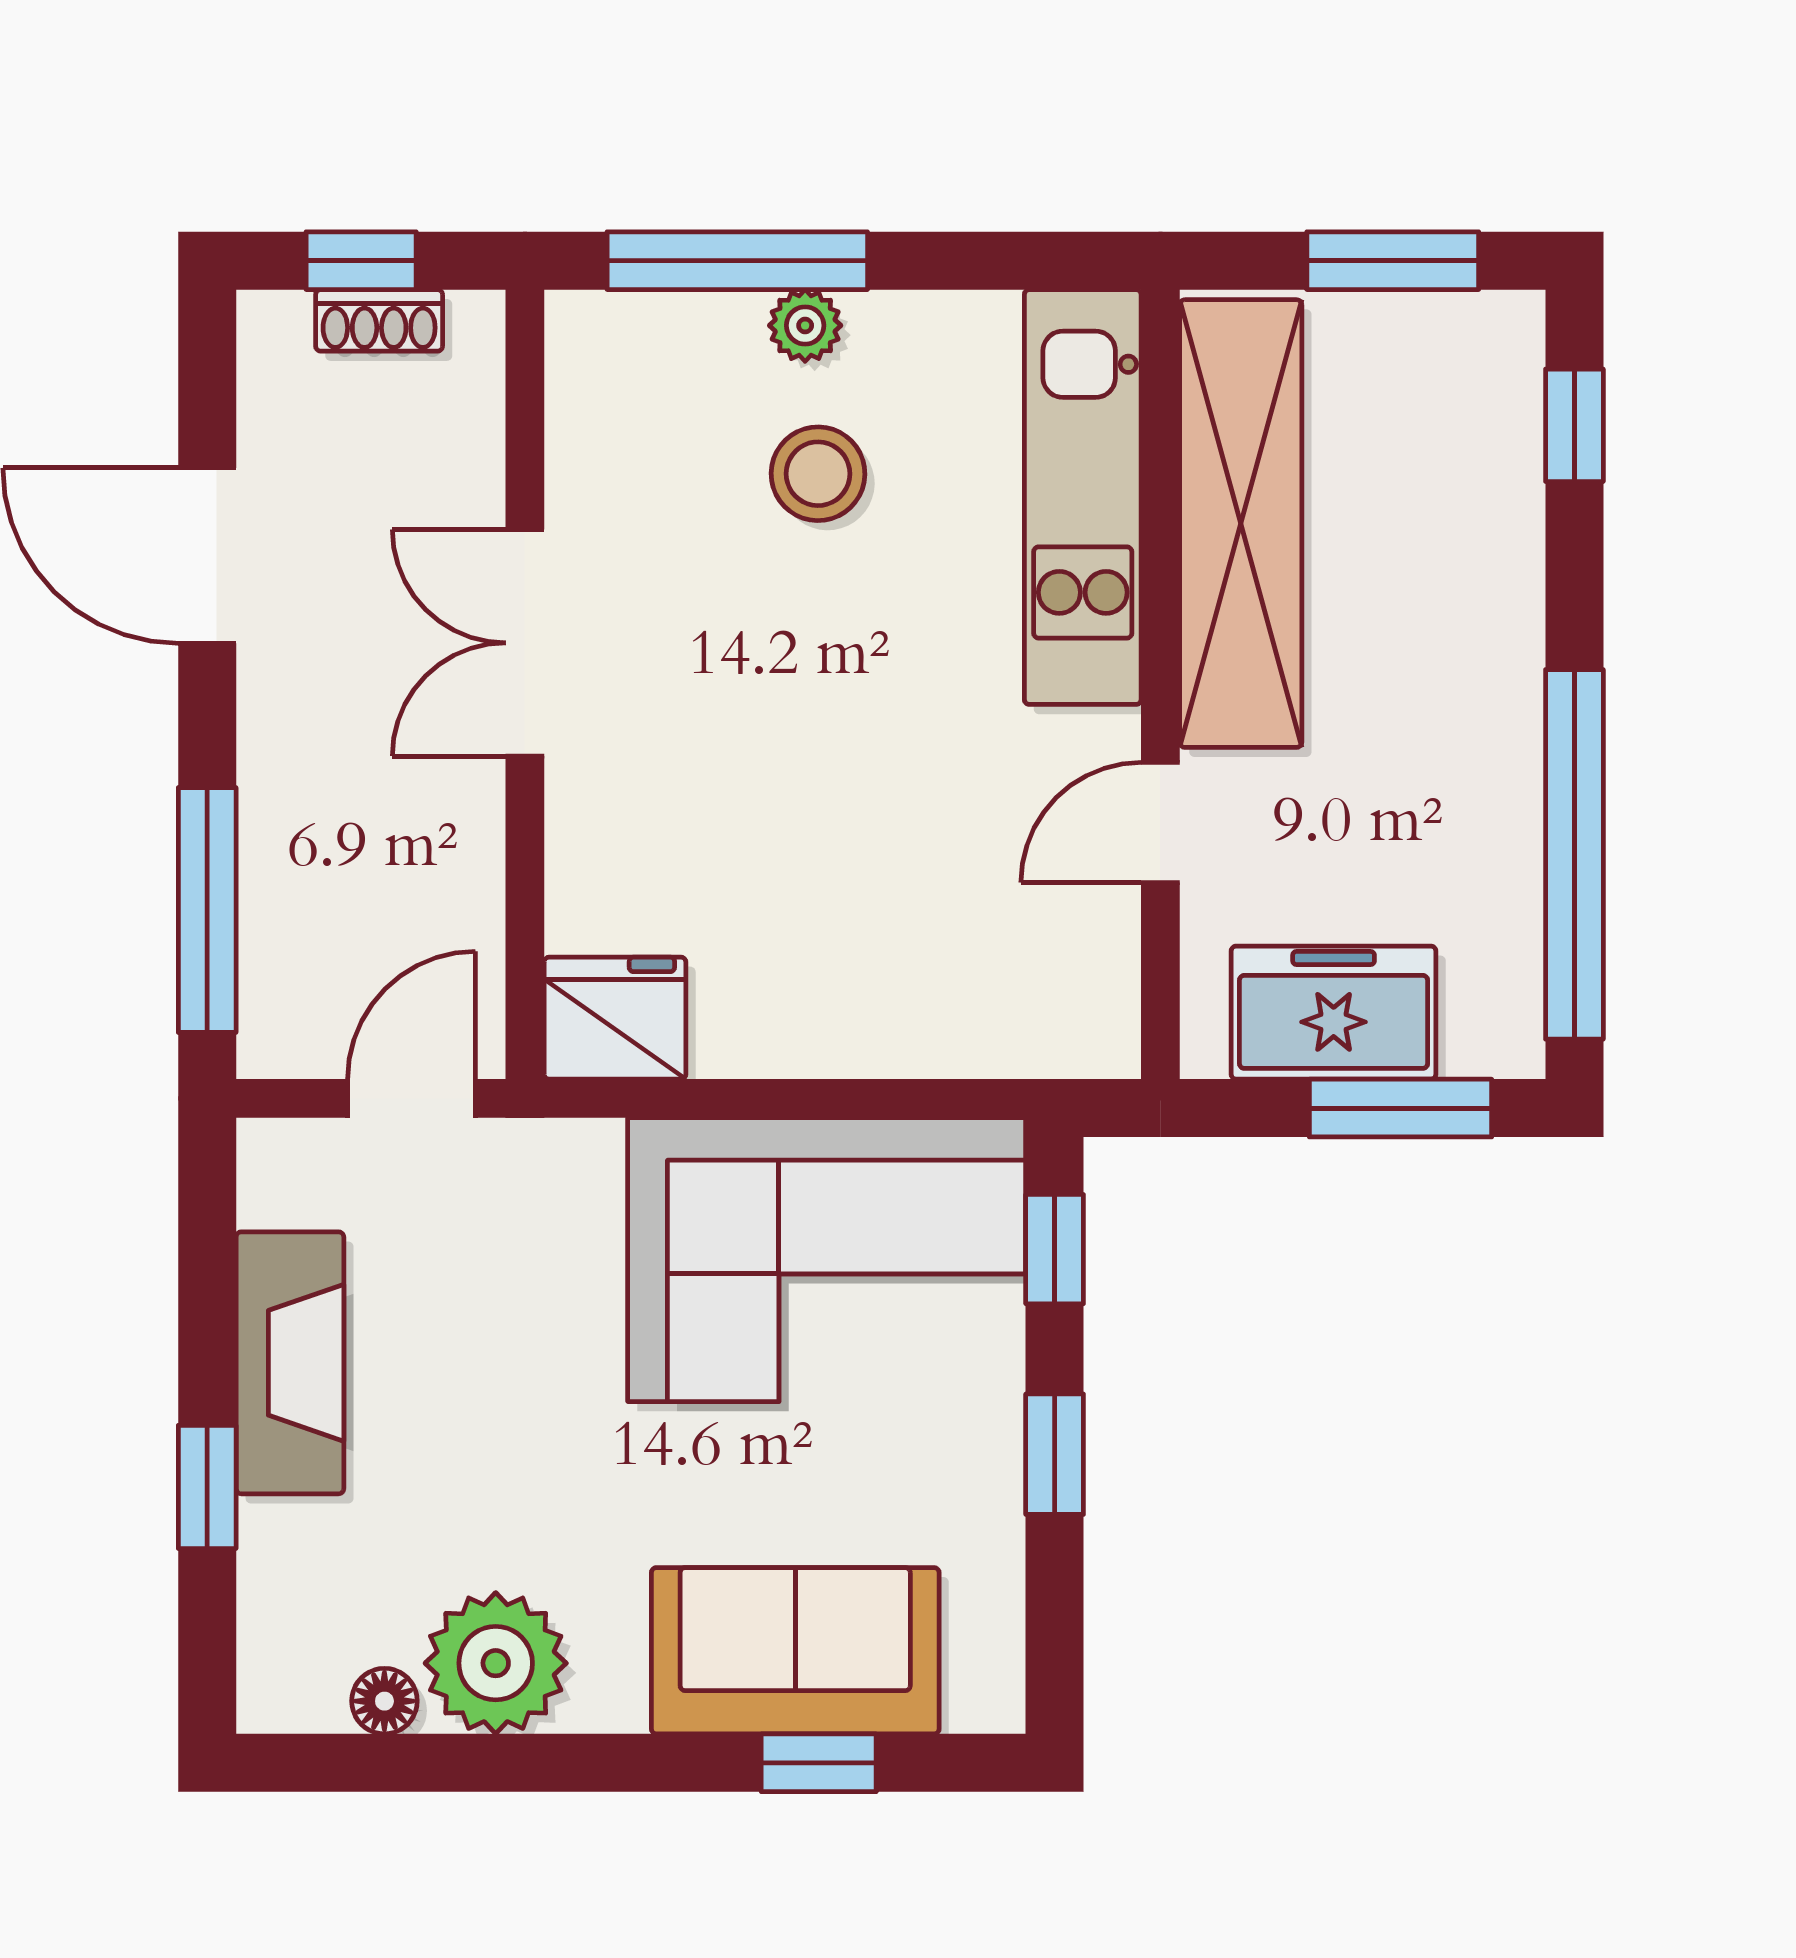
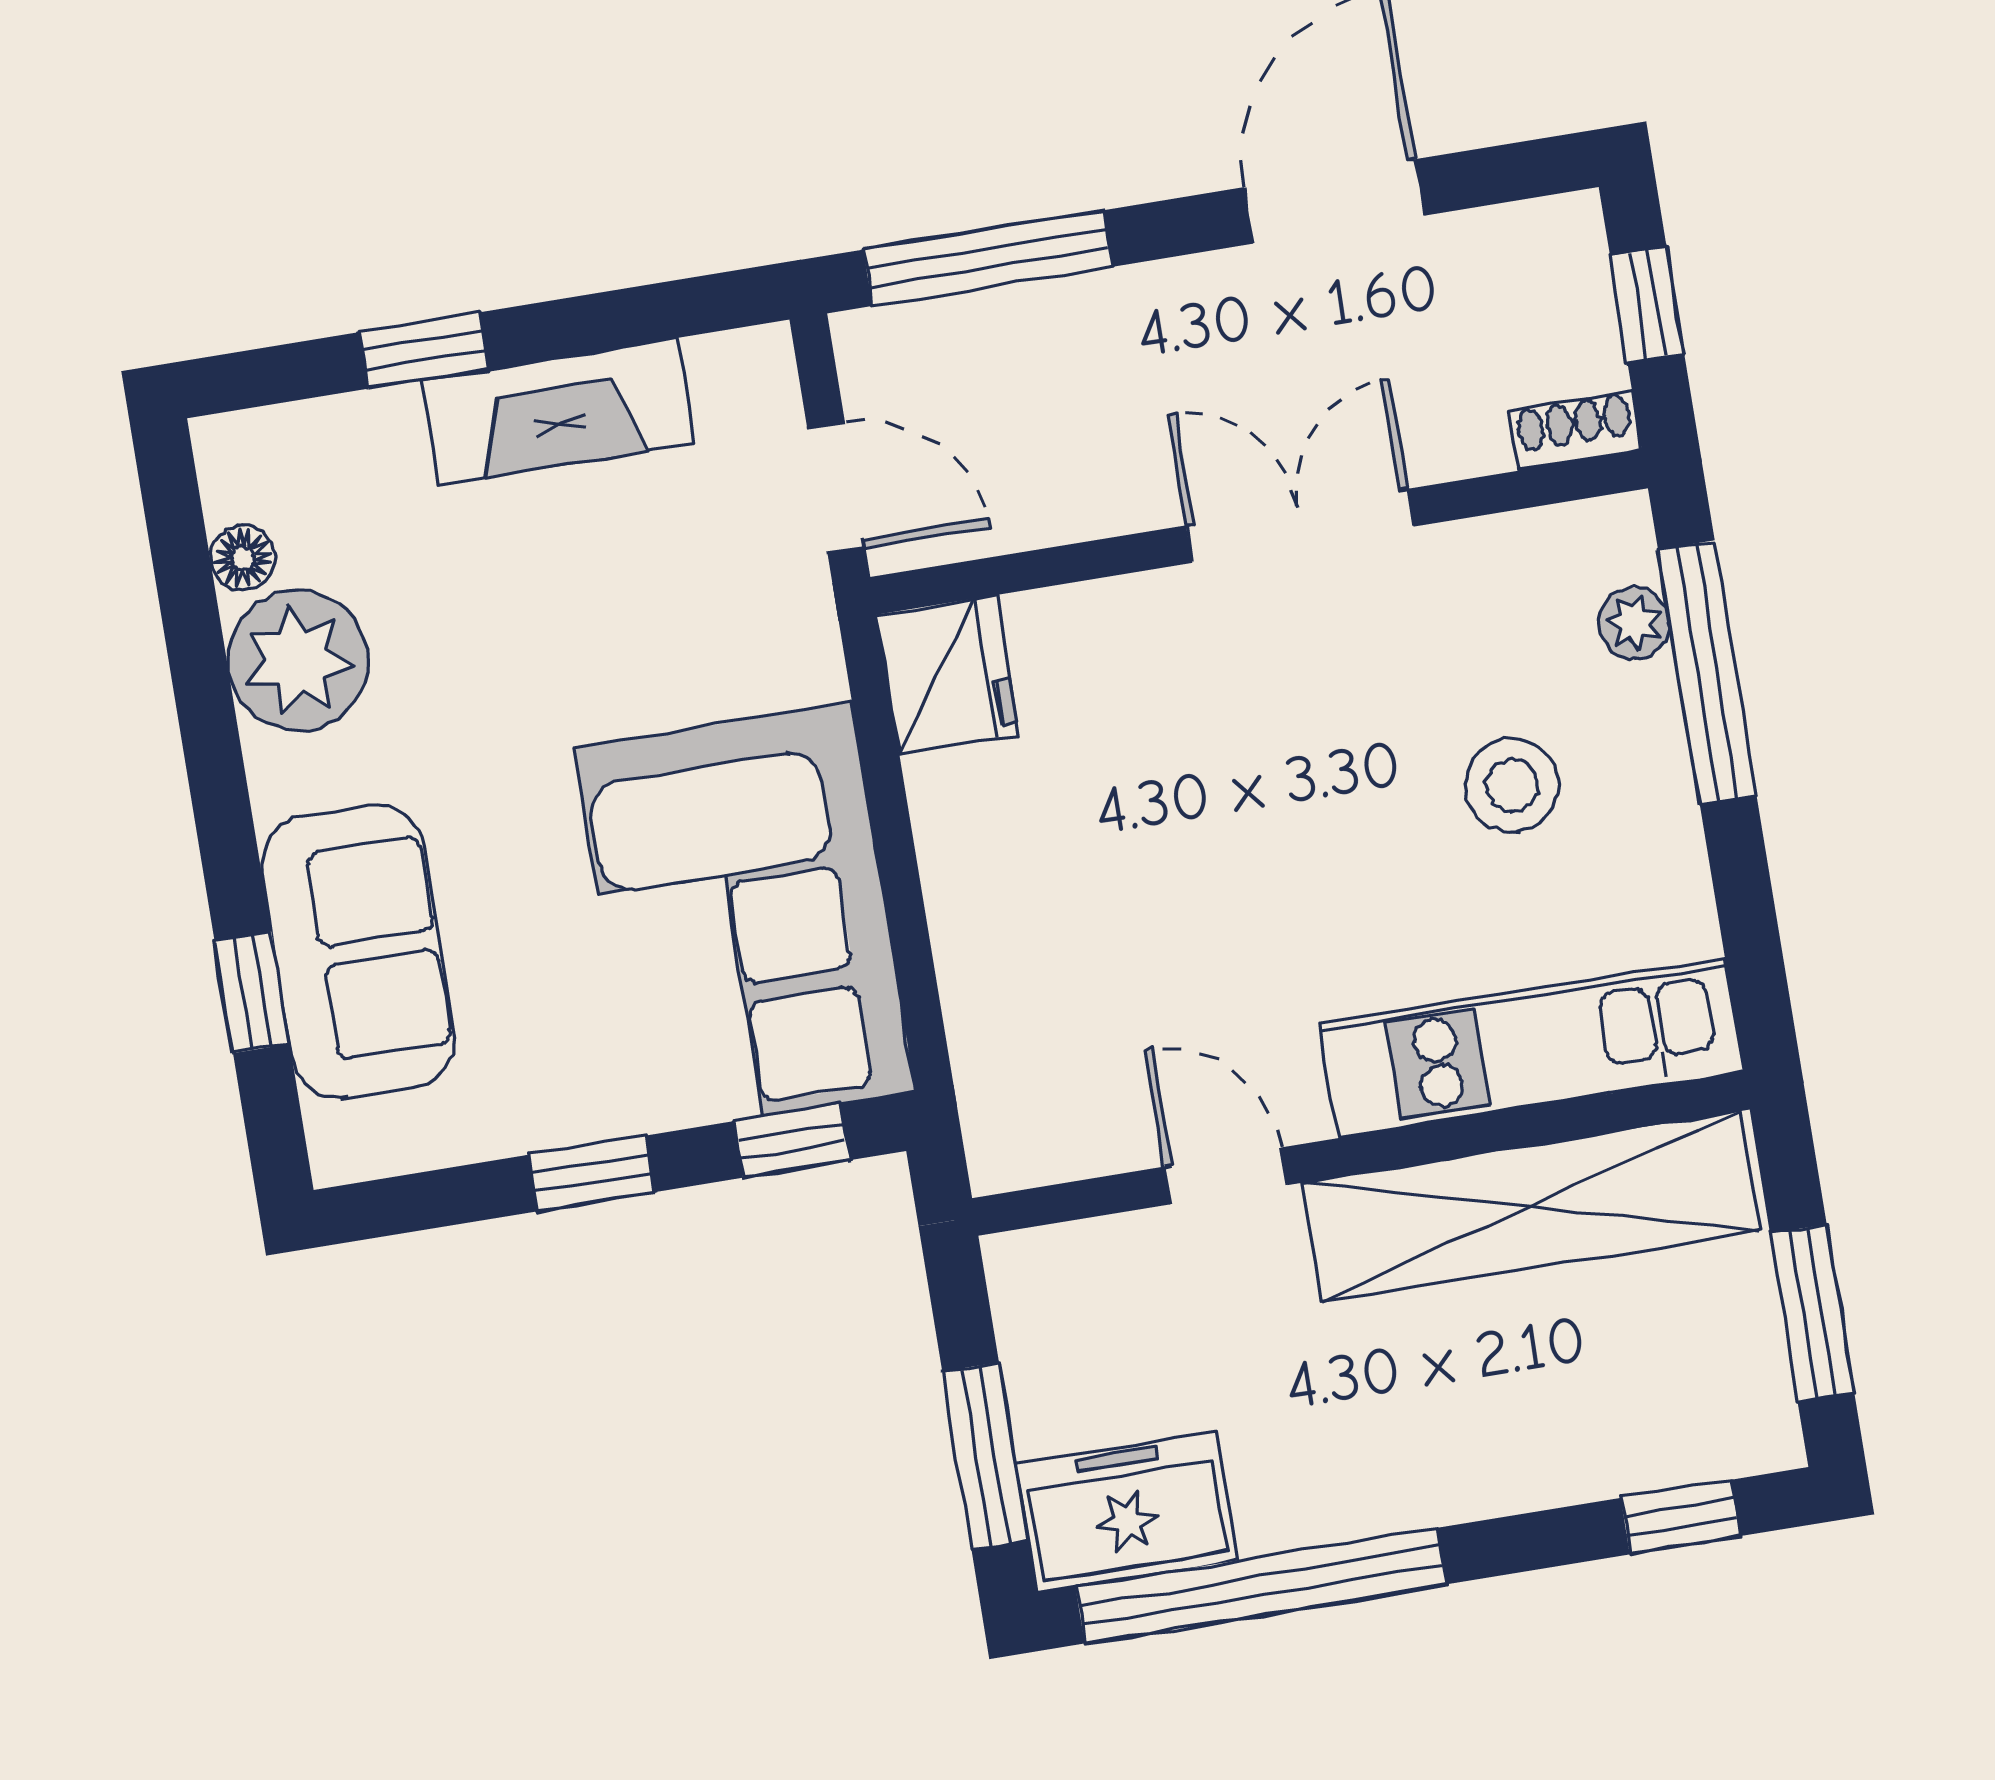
shoe rack: (379, 320) -> (1575, 431), moved, turned 90
plant: (805, 325) -> (1634, 623), moved
freezer: (1334, 1013) -> (1126, 1512), moved, turned -90

